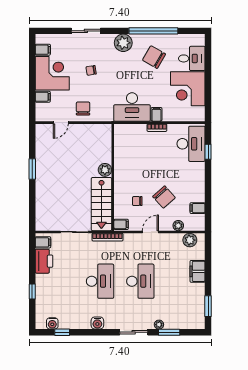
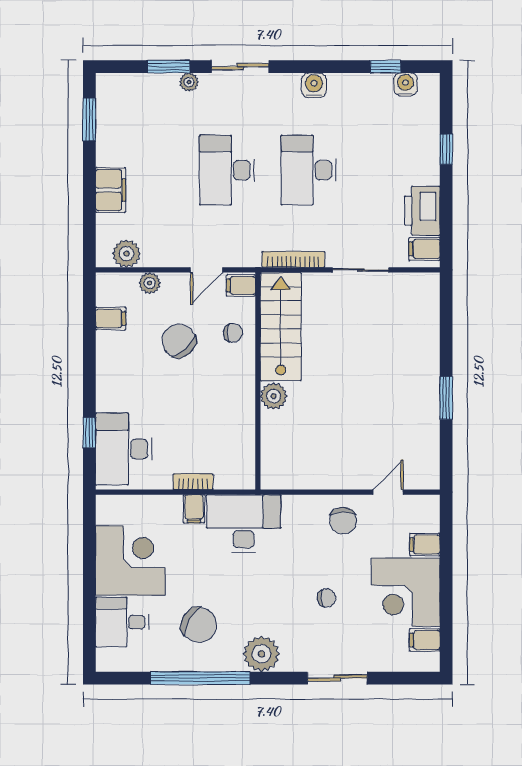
plant: (105, 170) -> (274, 396), moved
wall: (113, 177) -> (258, 381), moved
stairs: (101, 204) -> (281, 327), moved
filing cabinet: (121, 224) -> (241, 286), moved

